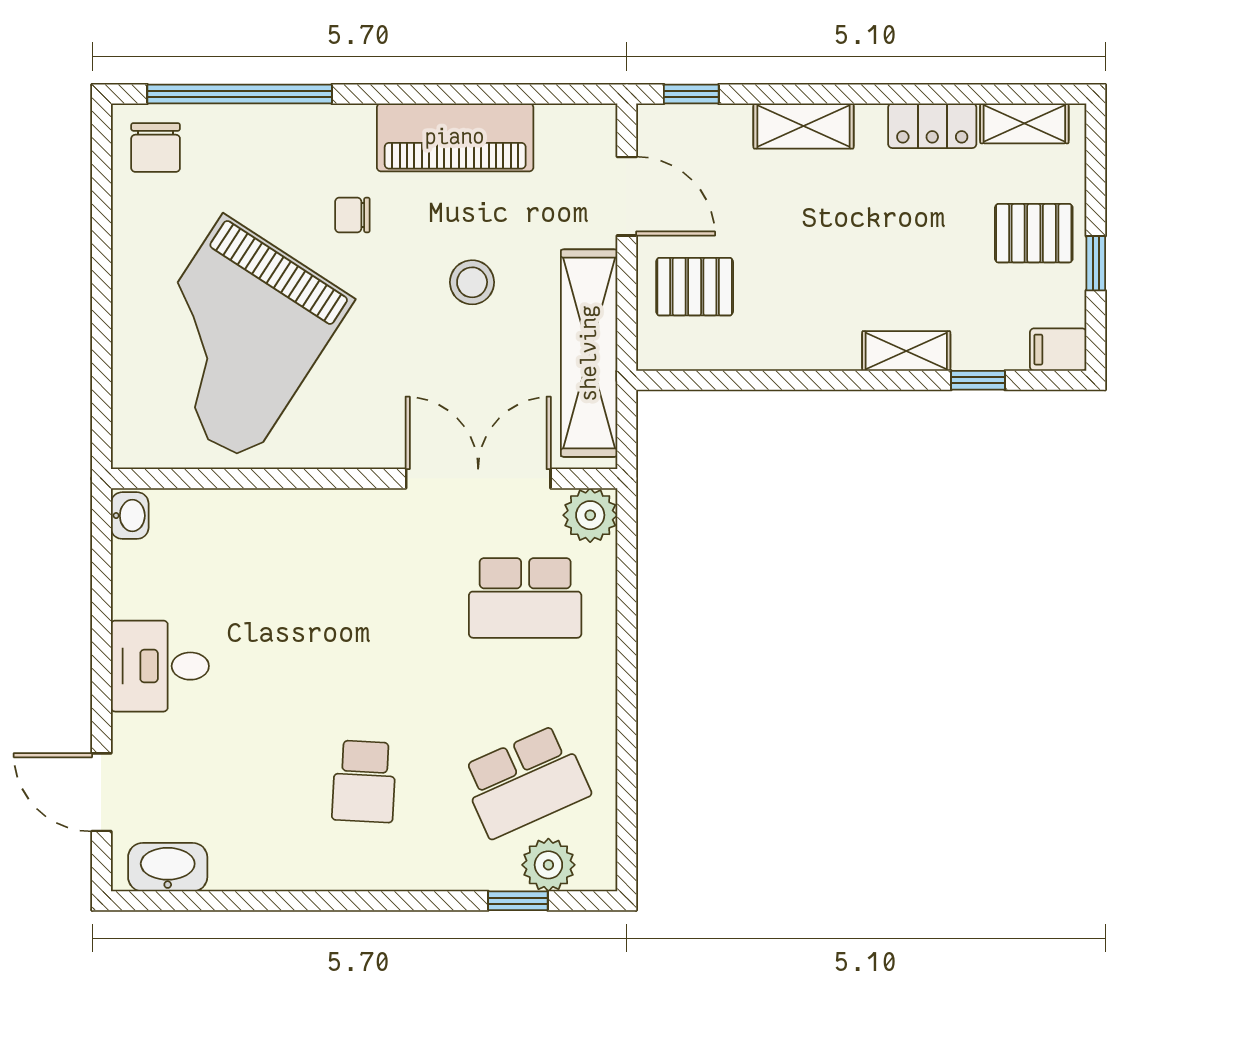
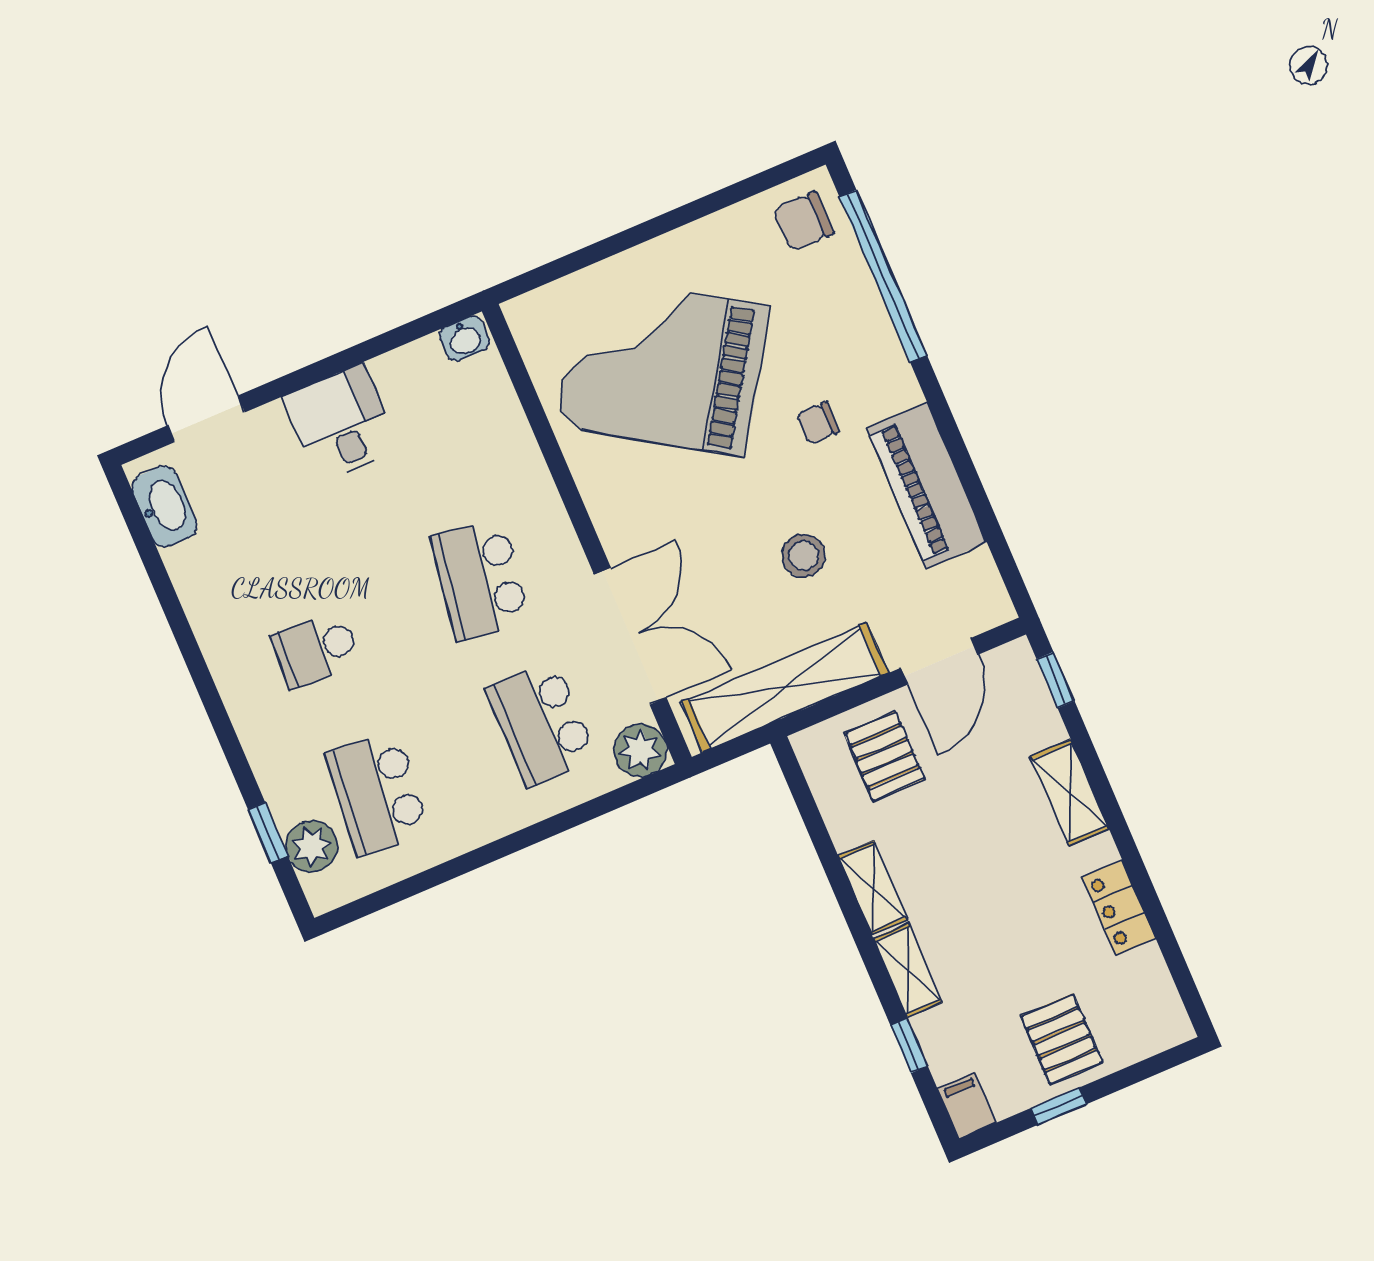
shelving: (1024, 123) -> (873, 888), moved
chair: (352, 215) -> (818, 423), turned -90
school desk: (364, 598) -> (480, 580), added
school desk: (525, 781) -> (377, 794), turned 30

